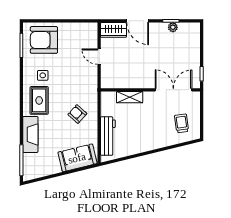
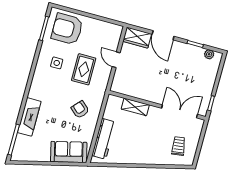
plant: (173, 27) -> (209, 54), moved
rug: (39, 100) -> (84, 69), moved

